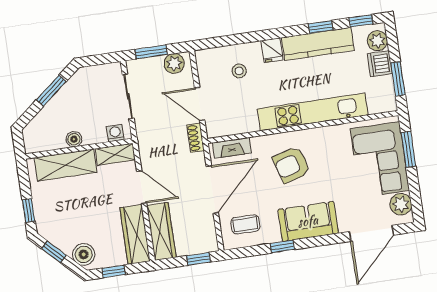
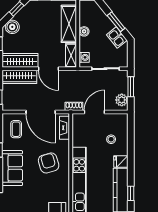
kitchen sink: (76, 86) -> (117, 38), added
door: (142, 187) -> (48, 69), hinge flipped

